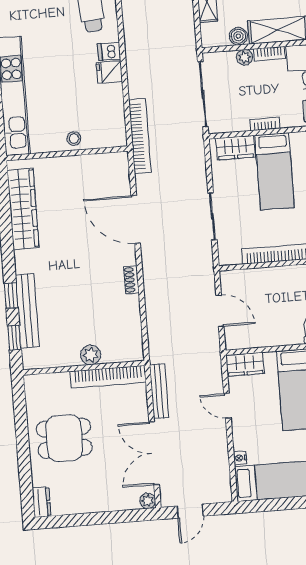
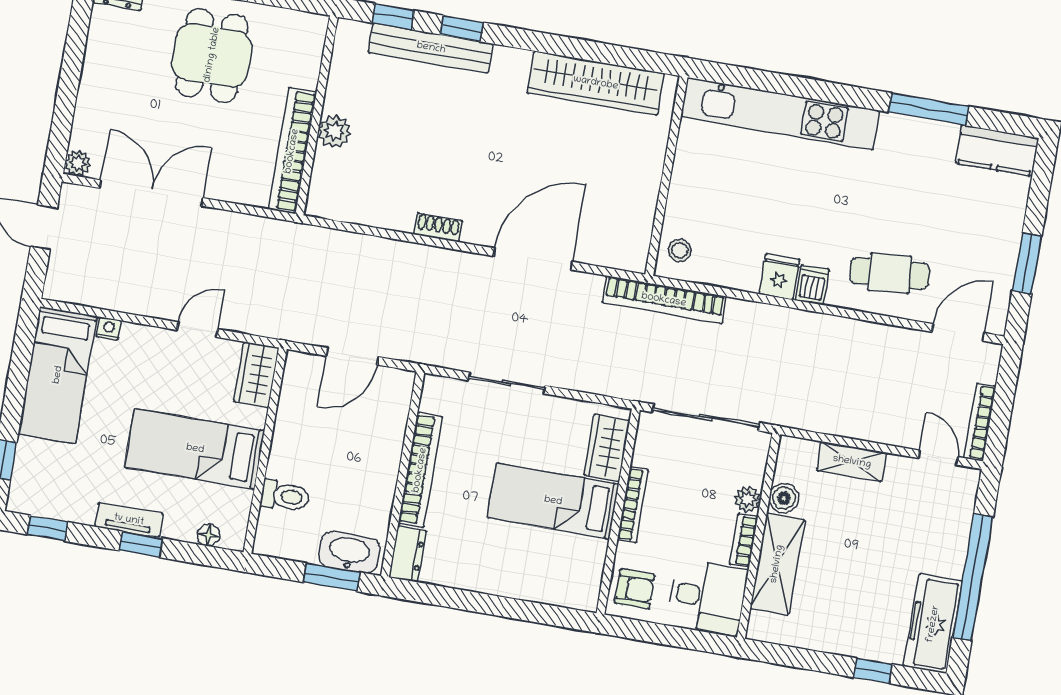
bookcase: (265, 124) -> (633, 505), width x1.56
stool: (74, 139) -> (680, 250), moved
bench: (159, 391) -> (248, 226), removed

